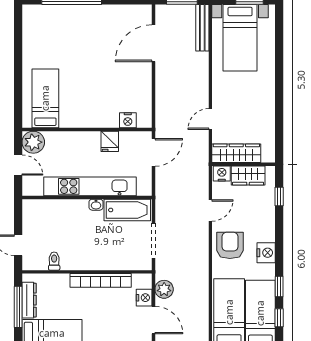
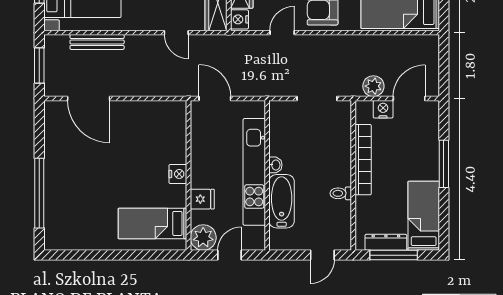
bench: (202, 28) -> (97, 42), moved
nightstand: (128, 120) -> (178, 174), moved
fridge: (110, 141) -> (202, 199), moved
bathtub: (127, 210) -> (282, 201), moved
door: (210, 210) -> (282, 33), hinge flipped
toilet: (54, 261) -> (341, 193), moved

